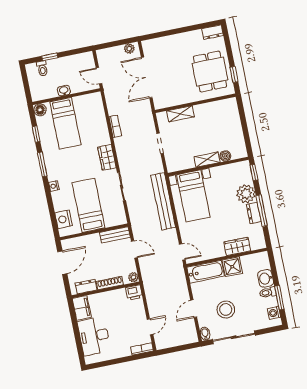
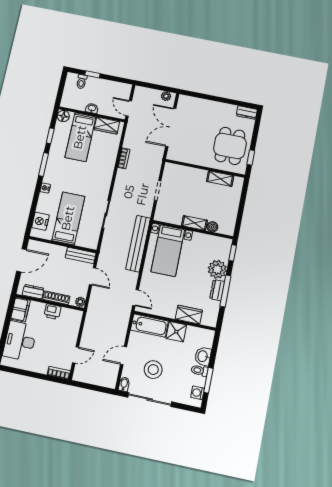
shelving: (181, 114) -> (220, 179), moved
wardrobe: (107, 157) -> (107, 126), moved, turned -90
printer: (134, 293) -> (52, 312), moved

